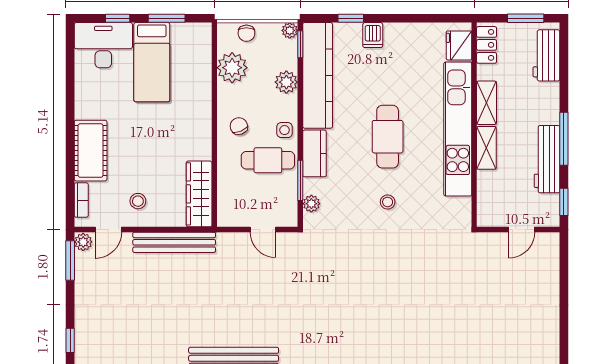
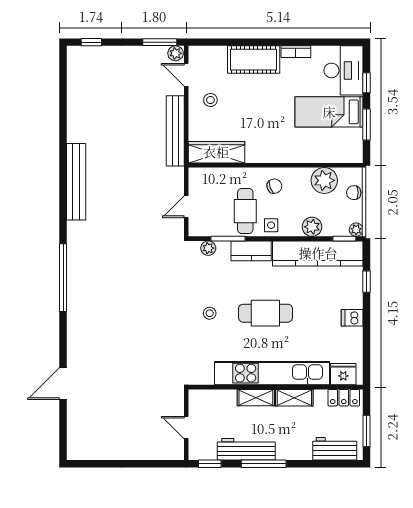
dishwasher: (373, 35) -> (352, 318), moved
bookcase: (81, 200) -> (296, 52), moved

